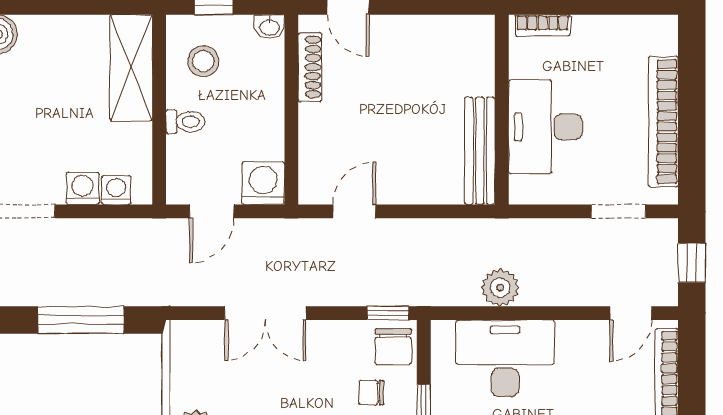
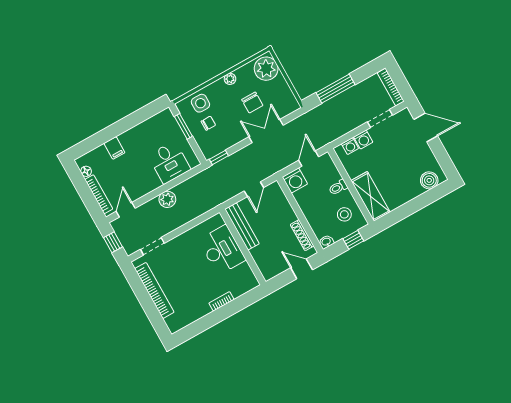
wall: (502, 110) -> (243, 247), moved
desk: (545, 127) -> (222, 250), moved
bench: (480, 151) -> (242, 226), moved
plant: (500, 288) -> (167, 199), moved
chair: (393, 347) -> (252, 102), moved, turned 180
desk: (505, 358) -> (169, 162), width x0.73

